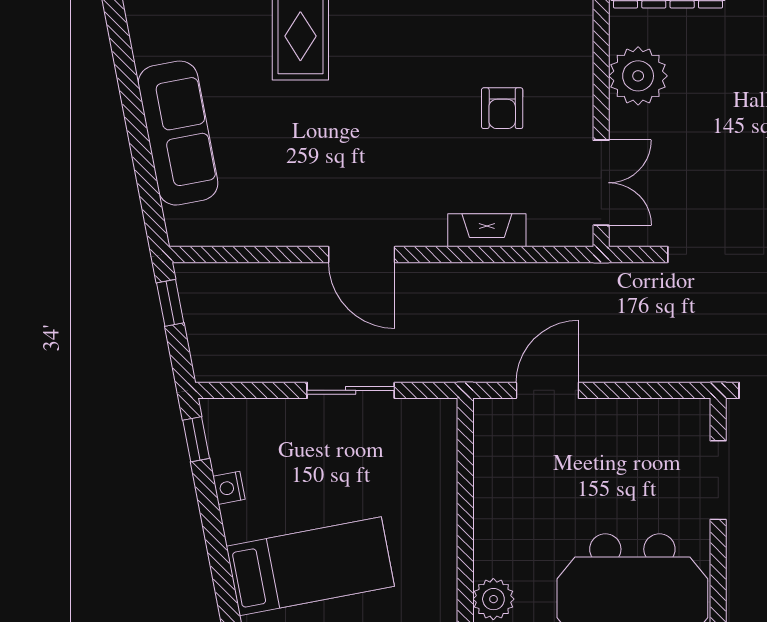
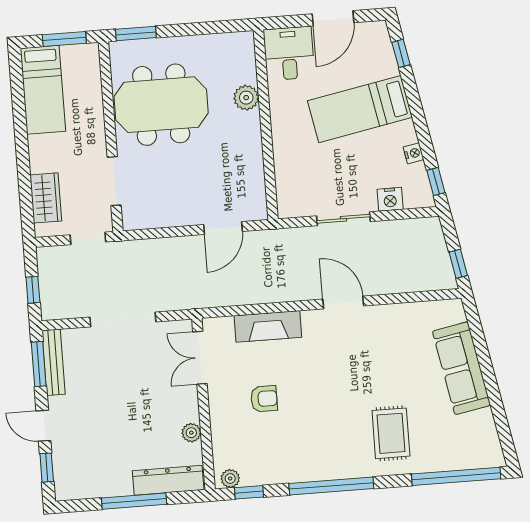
plant: (638, 76) -> (191, 433), width x0.53, depth x0.53
armchair: (502, 108) -> (264, 399), turned 90
fireplace: (487, 230) -> (268, 326), width x1.37, depth x1.32
nightstand: (273, 416) -> (390, 199), added

